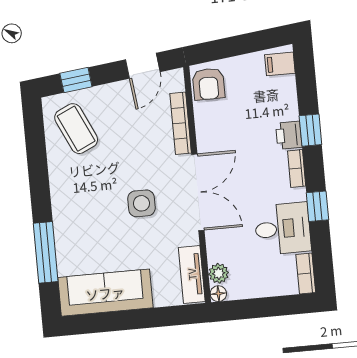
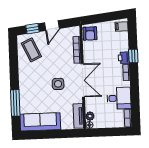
door: (143, 66) -> (52, 26), moved
window: (317, 206) -> (135, 89), removed

